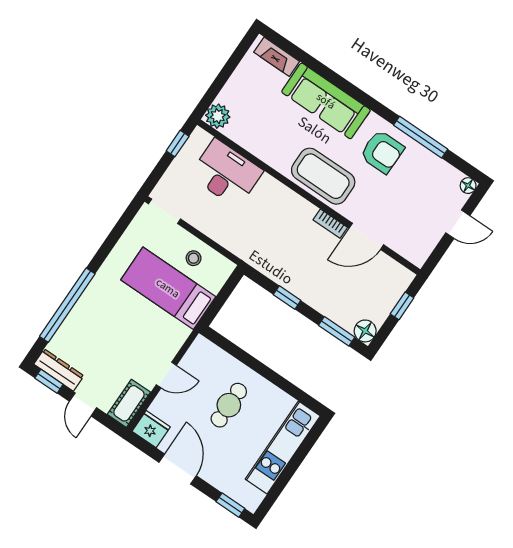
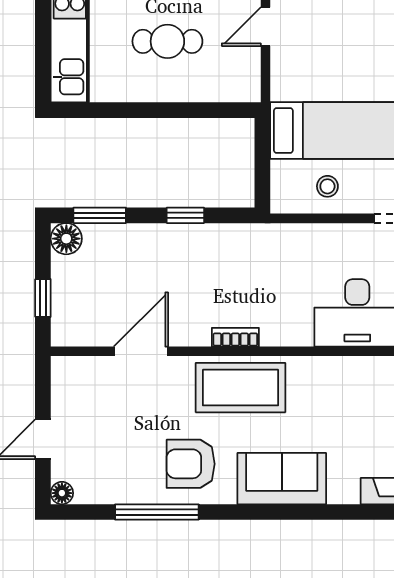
sofa: (326, 101) -> (282, 479), width x0.73
bookcase: (330, 224) -> (235, 337), moved
cafe table: (229, 405) -> (167, 41), turned 90

